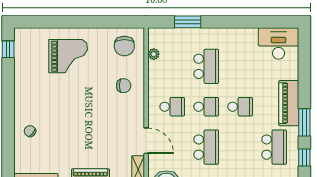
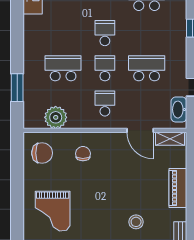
plant: (154, 54) -> (56, 117), width x1.88, depth x1.88
grand piano: (68, 56) -> (53, 211), turned 180
stool: (58, 137) -> (136, 222), added
door: (146, 141) -> (140, 130), swing flipped

